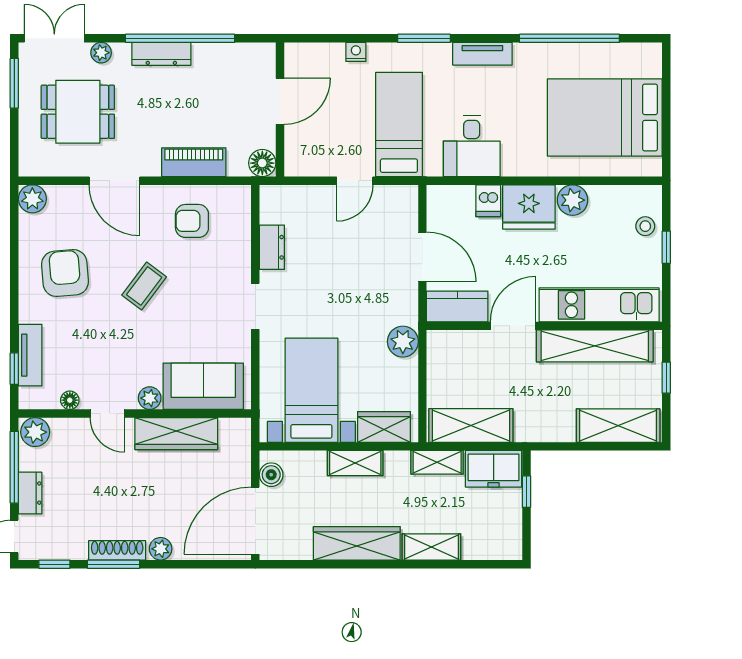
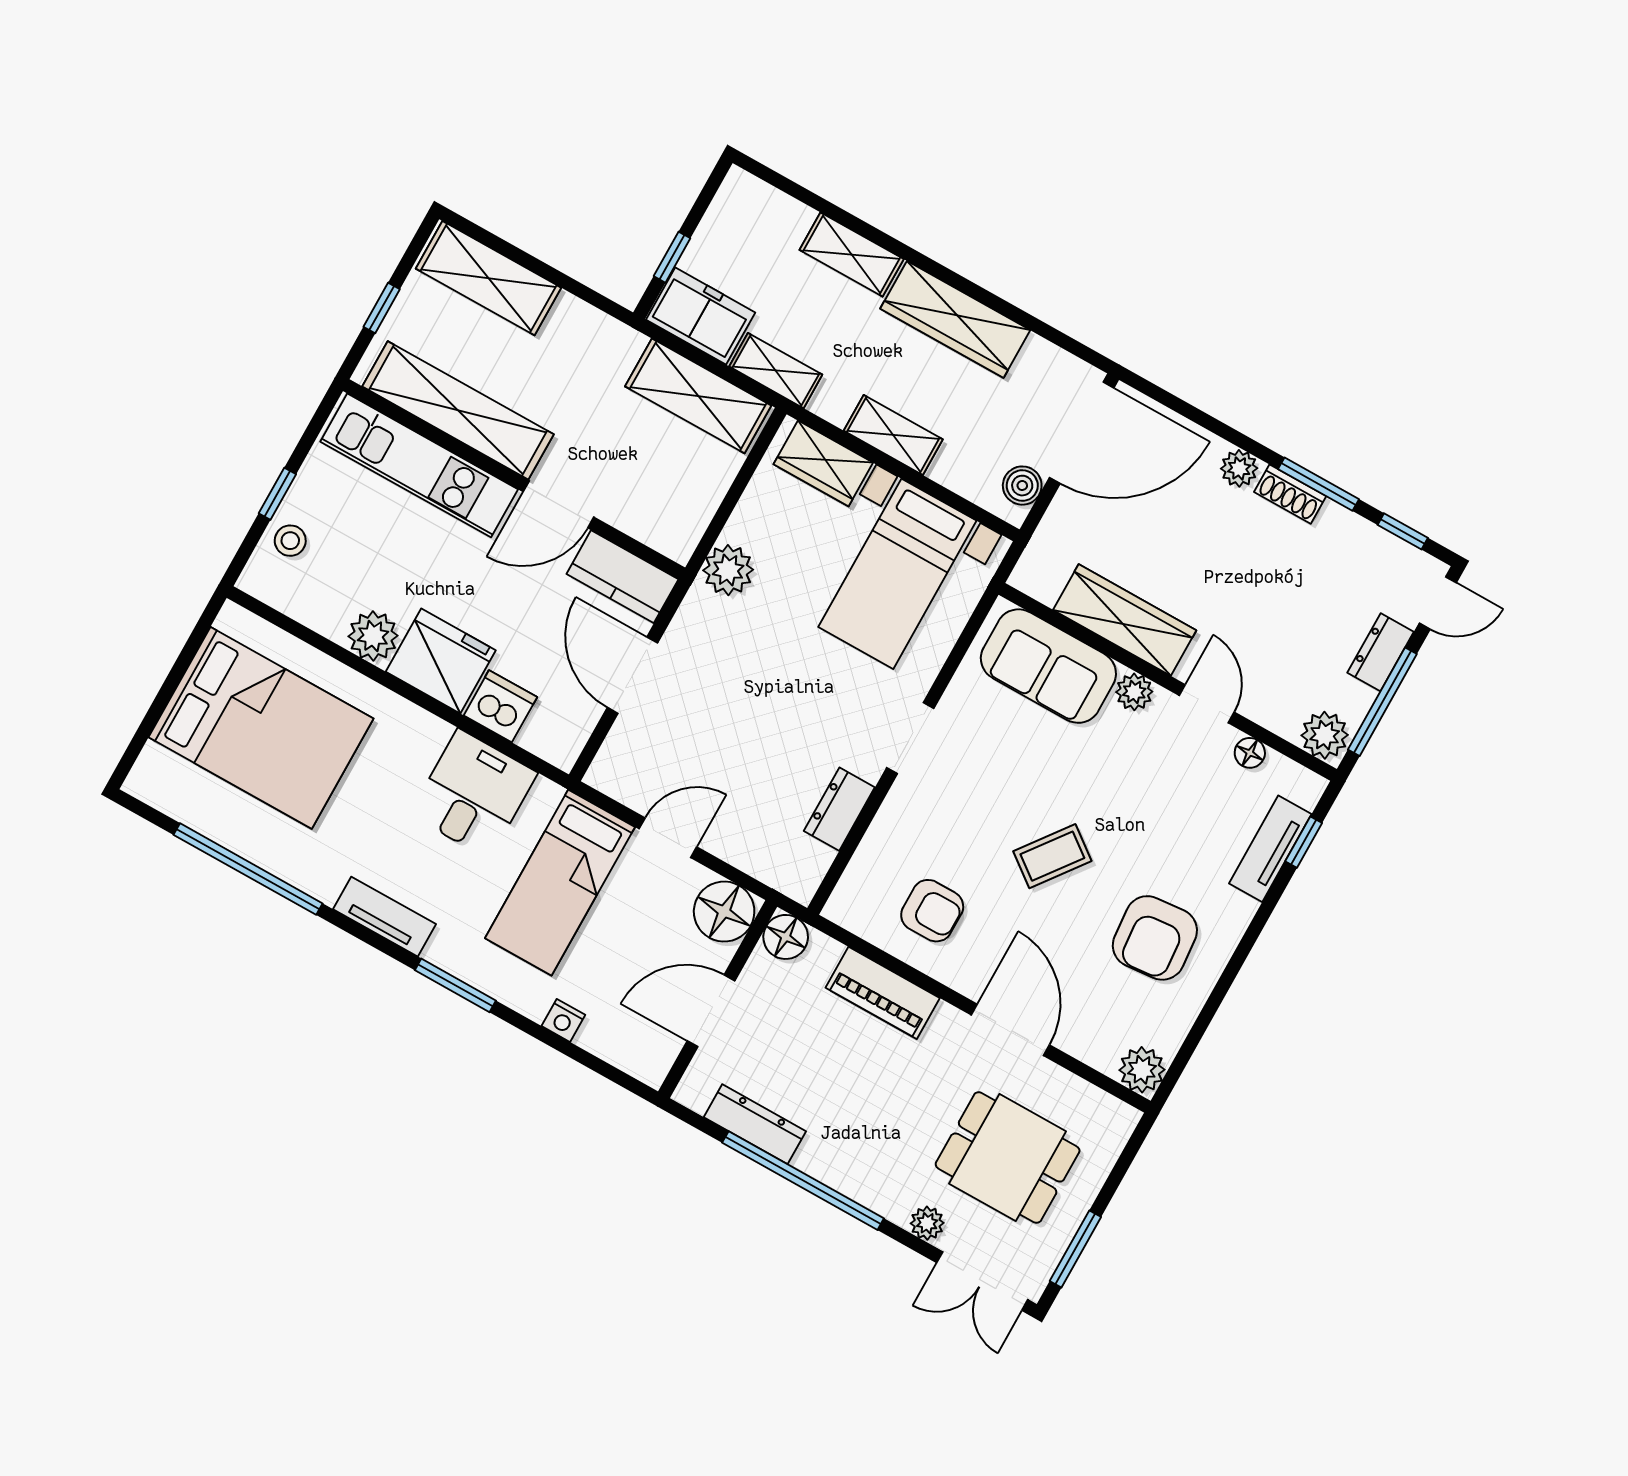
dresser: (161, 54) -> (755, 1124), moved
floor lamp: (303, 158) -> (724, 912), added
dishwasher: (488, 201) -> (500, 706), width x1.38
shoe rack: (117, 550) -> (1290, 494), width x0.70

